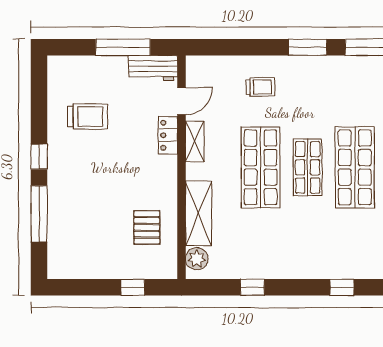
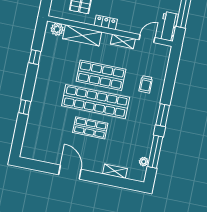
door: (181, 101) -> (147, 39), swing flipped
locker: (168, 135) -> (106, 22), moved
shop shelf: (308, 167) -> (96, 102), width x2.00, depth x1.36
shop shelf: (355, 167) -> (90, 128), width x0.70, depth x0.74

